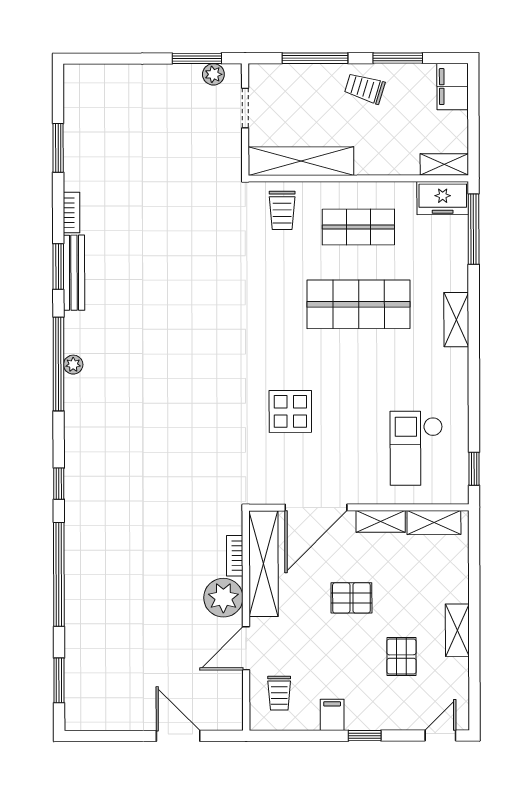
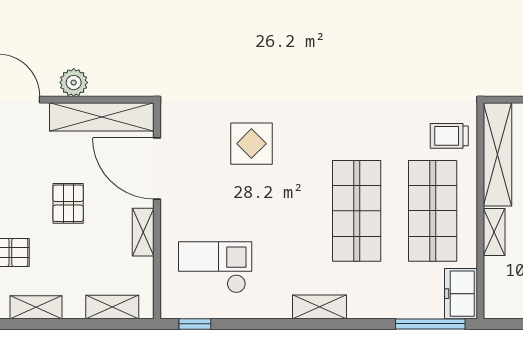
shelving: (444, 164) -> (494, 232), moved
shop shelf: (358, 227) -> (433, 211), width x1.43, depth x1.36
shelving: (456, 320) -> (319, 307), moved
shelving: (434, 522) -> (112, 307), moved, turned 90
bookcase: (235, 556) -> (110, 89), removed
plant: (223, 598) -> (74, 83), width x0.73, depth x0.73

